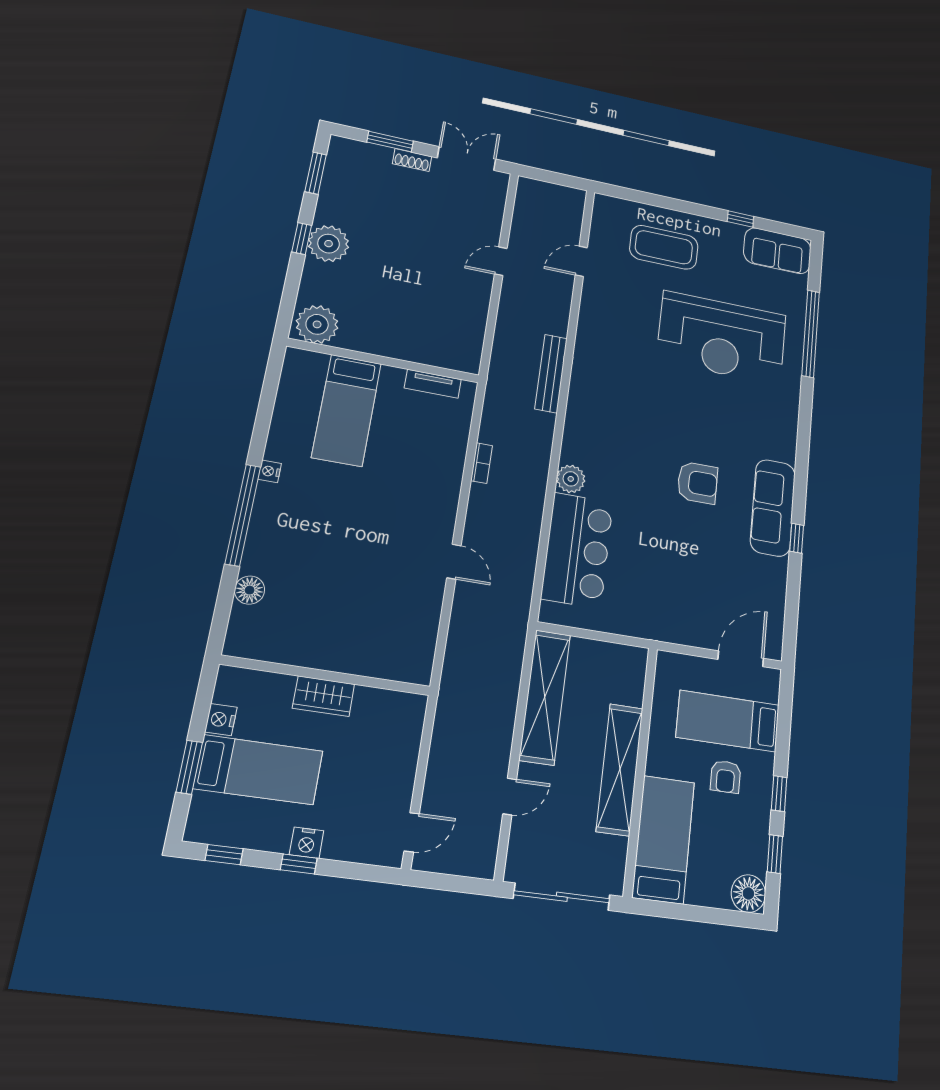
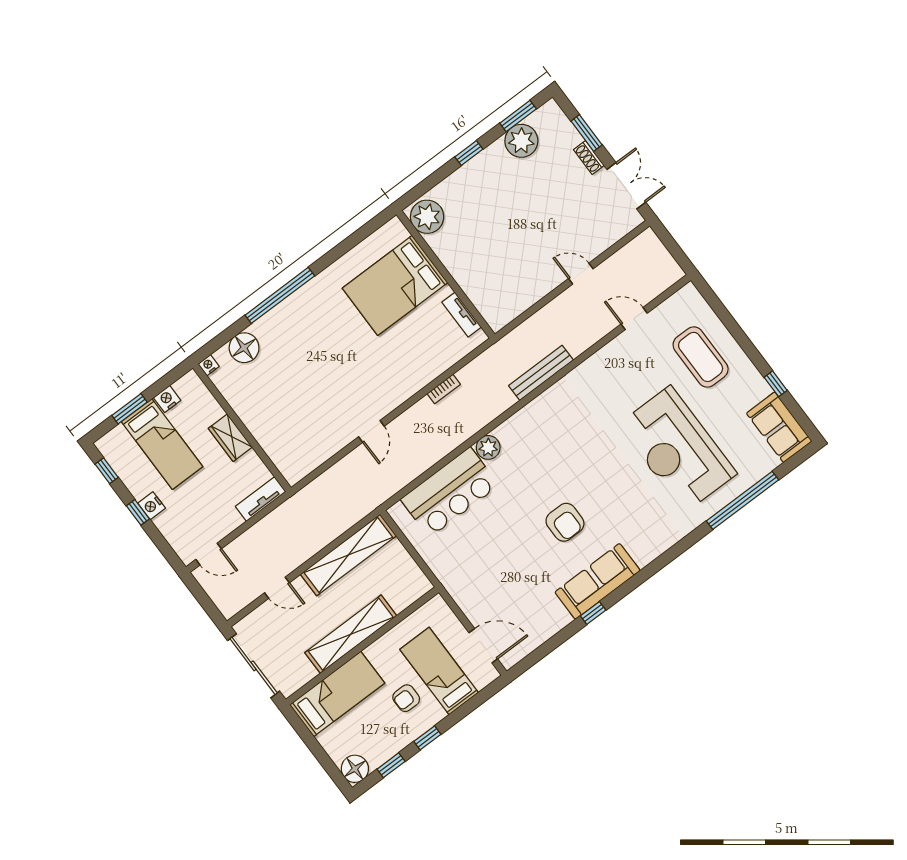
plant: (329, 244) -> (521, 141), moved
bed: (347, 410) -> (395, 285), width x1.50
nightstand: (270, 471) -> (209, 365), moved
floor lamp: (250, 590) -> (244, 348), width x1.38, depth x1.38
tv unit: (411, 726) -> (261, 499), added

